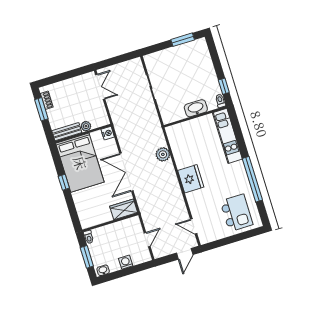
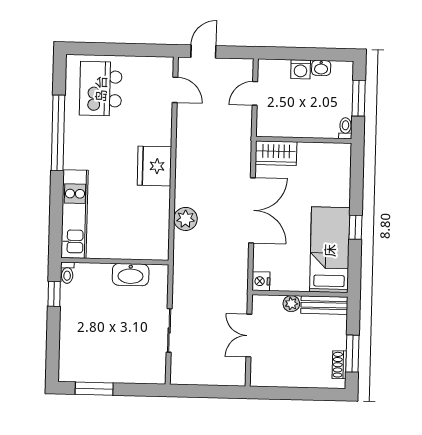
double door: (100, 87) -> (249, 336), moved
washbasin: (196, 108) -> (131, 275), moved
bed: (80, 163) -> (330, 250), width x0.67
washbasin: (103, 270) -> (321, 68), moved

